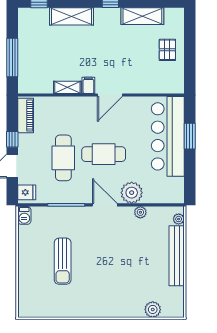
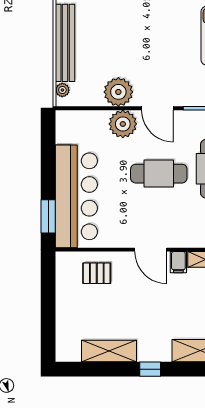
pallet: (167, 50) -> (97, 273), moved, turned 90
door: (110, 95) -> (151, 250), swing flipped
window: (190, 136) -> (48, 216), moved
plant: (140, 212) -> (118, 92), width x1.87, depth x1.87

